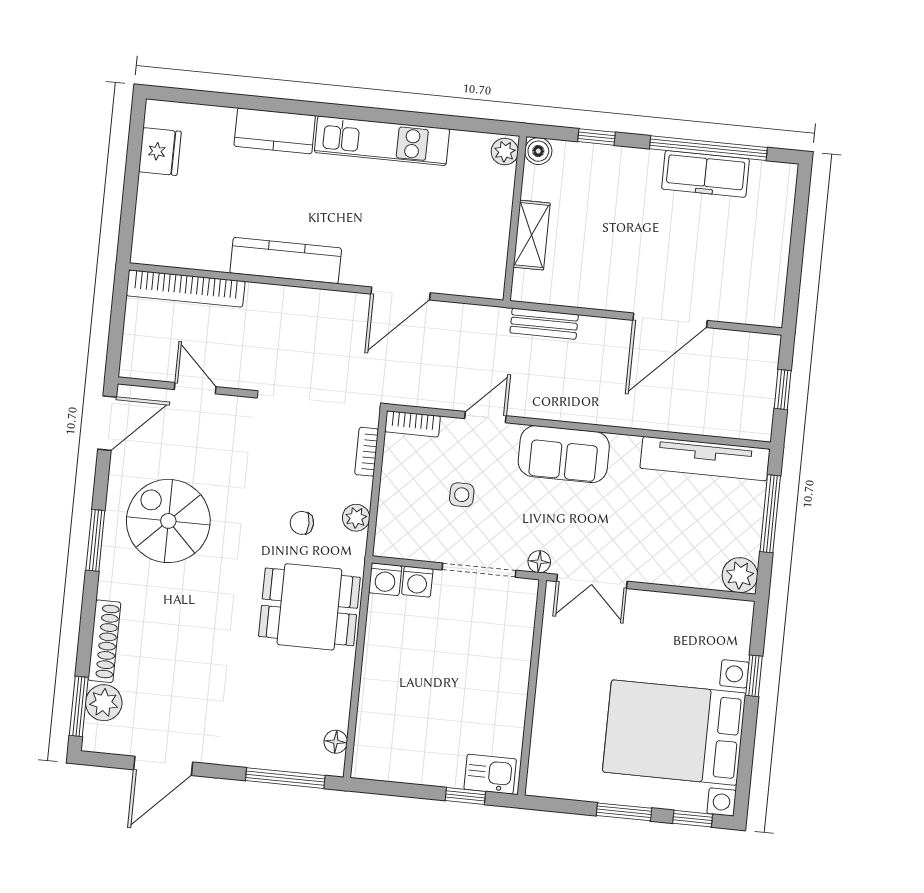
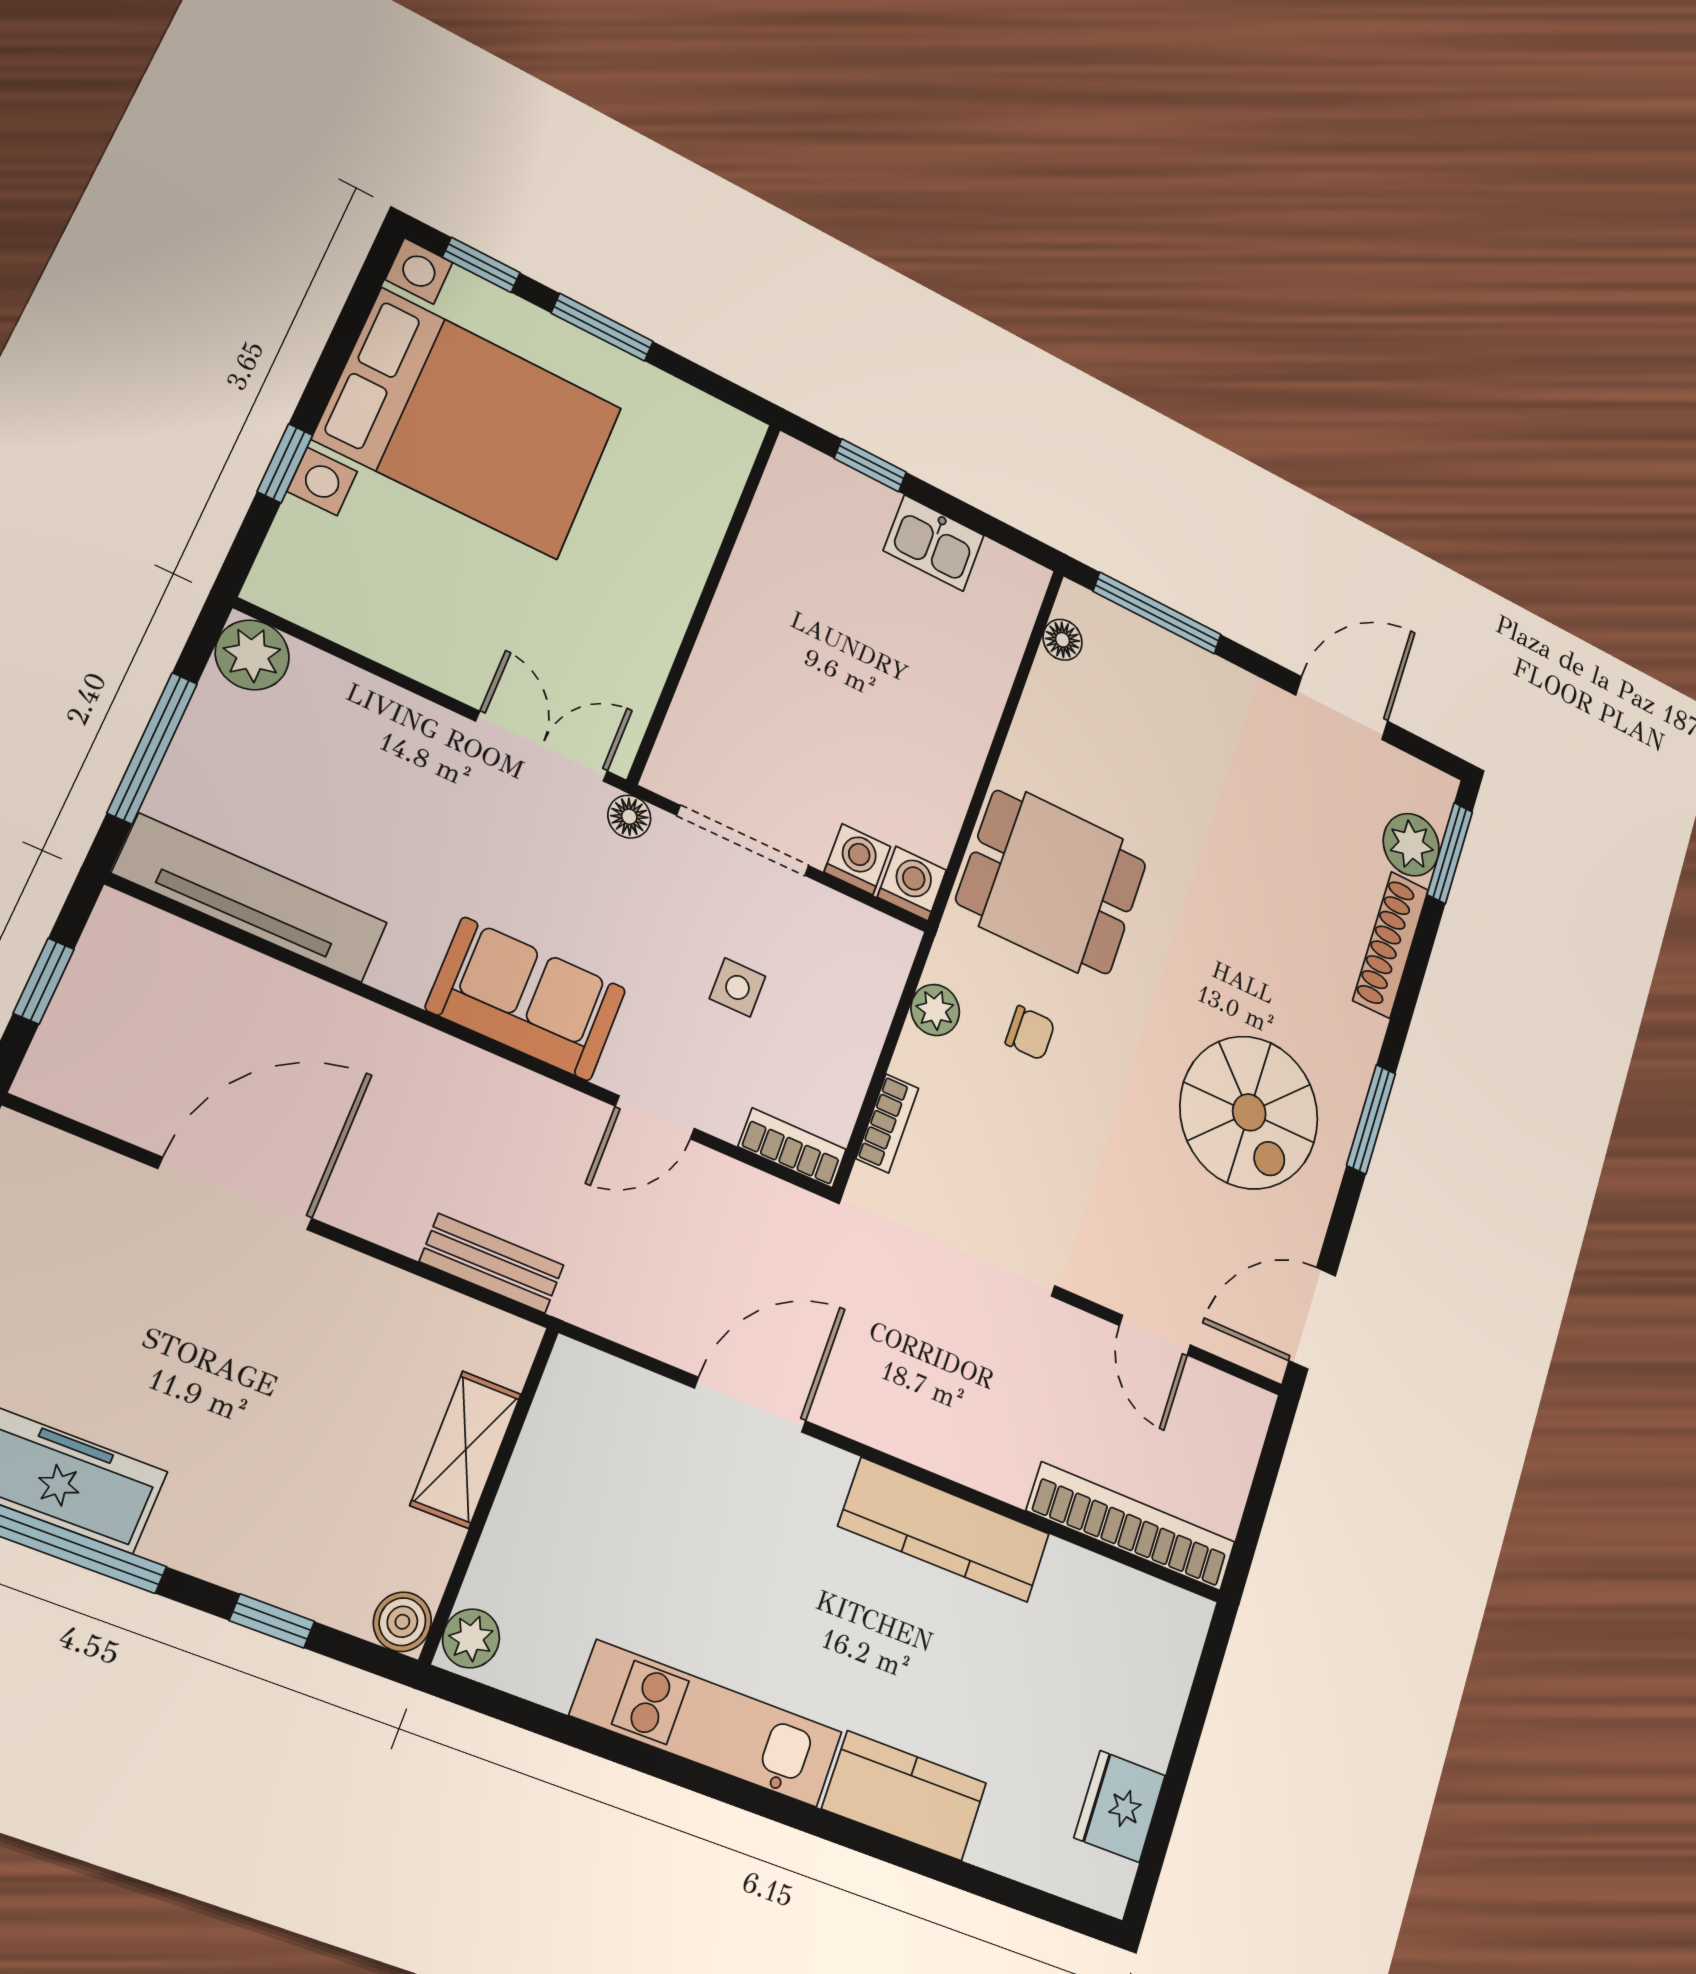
kitchen sink: (490, 774) -> (934, 543), moved

